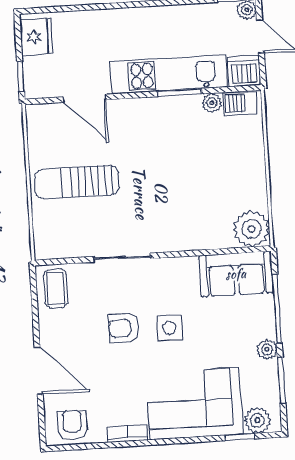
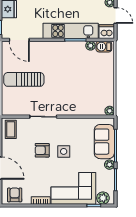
door: (85, 98) -> (19, 40), moved
plant: (251, 229) -> (110, 111), width x0.53, depth x0.53
sofa: (236, 274) -> (104, 142), moved, turned 90

